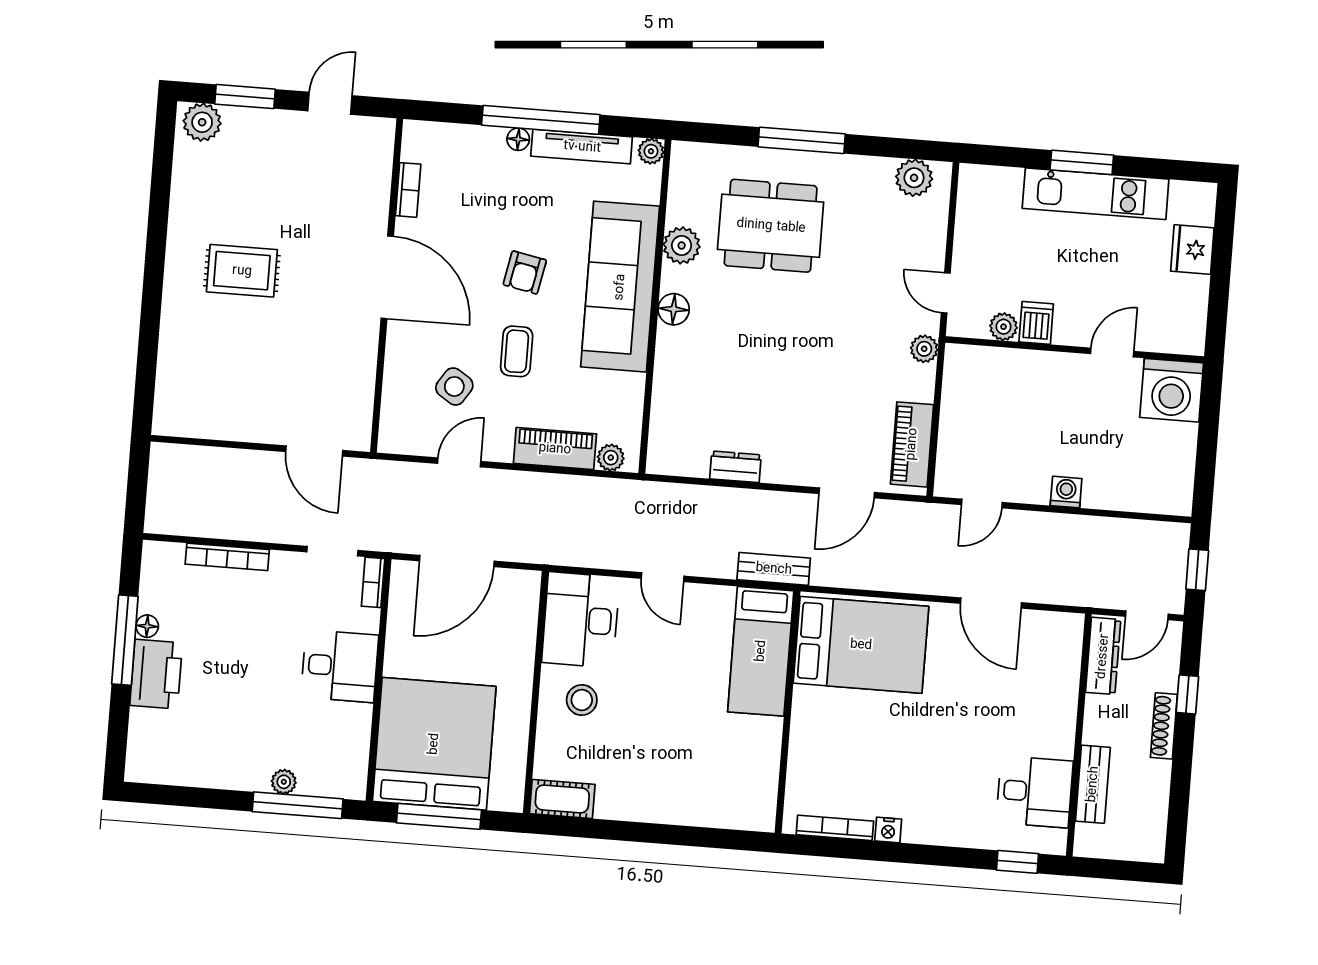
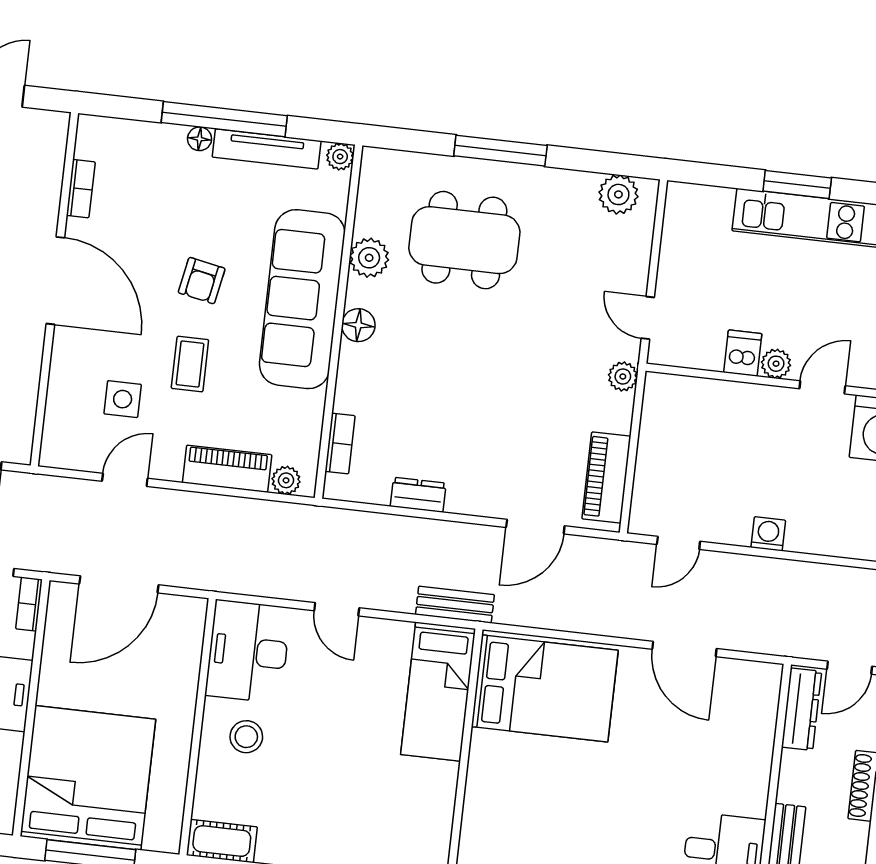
plant: (1004, 327) -> (776, 364), moved
side table: (454, 386) -> (123, 399), turned -33
bookcase: (660, 421) -> (340, 444), added

